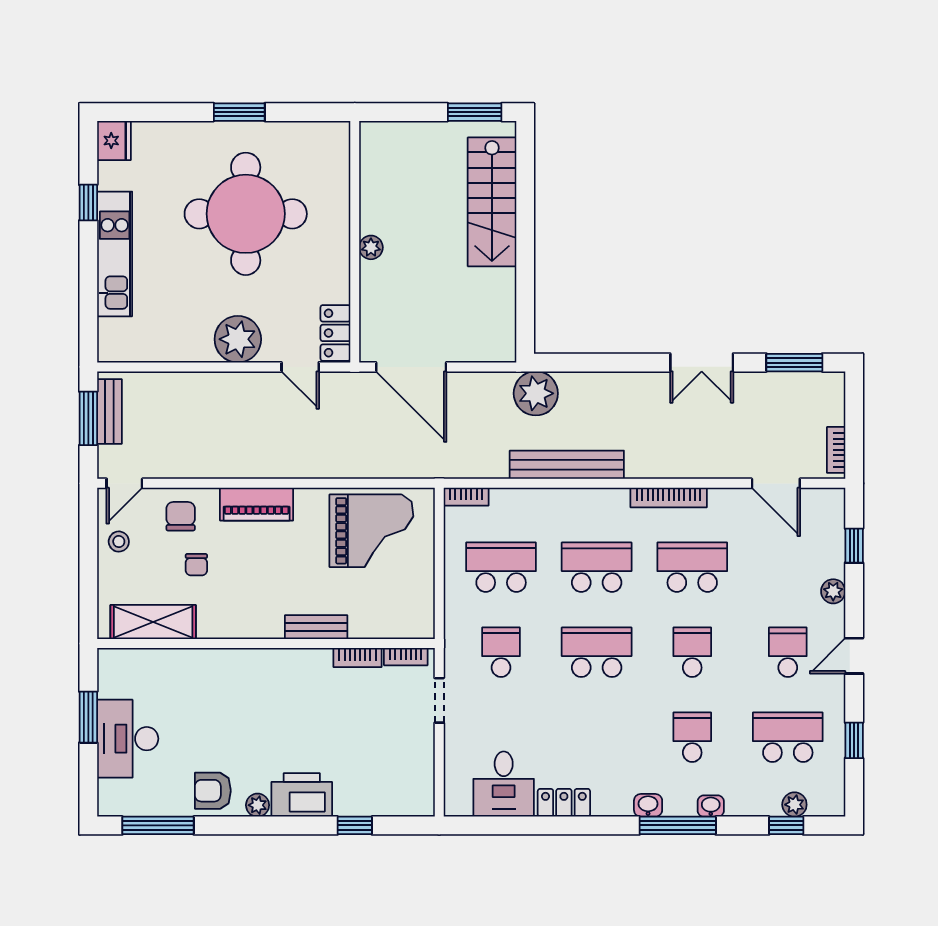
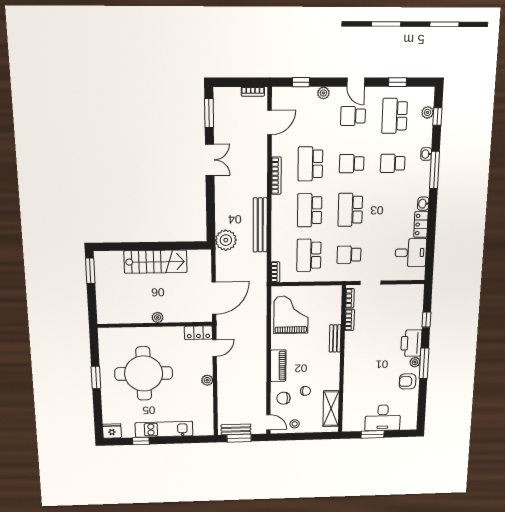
stairs: (492, 202) -> (155, 262), moved
plant: (238, 339) -> (207, 380), width x0.53, depth x0.53
armchair: (213, 791) -> (408, 381), turned 90
washbasin: (648, 805) -> (423, 204), moved
window: (158, 825) -> (424, 363), moved

